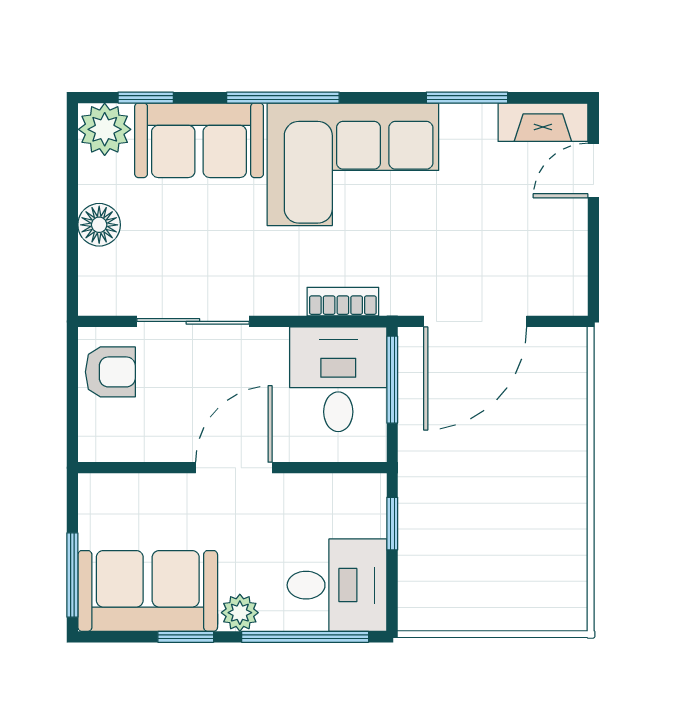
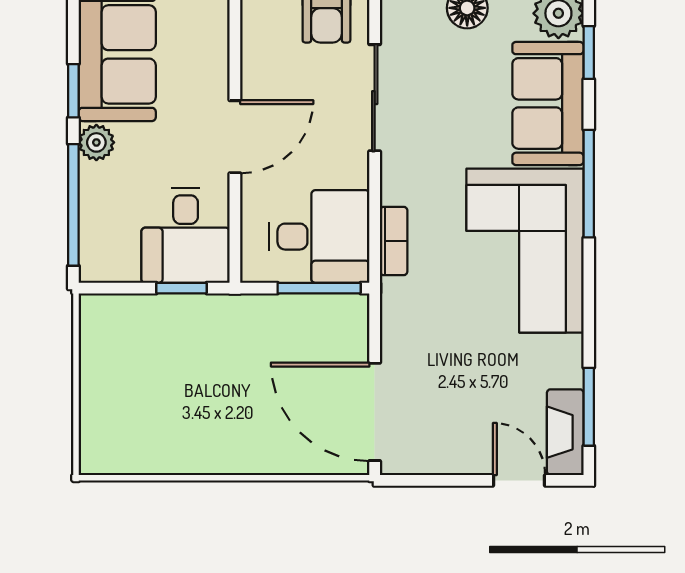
window: (467, 98) -> (589, 407), moved
door: (475, 321) -> (375, 412), moved
door: (234, 468) -> (235, 137), hinge flipped
desk: (337, 585) -> (186, 235), moved

